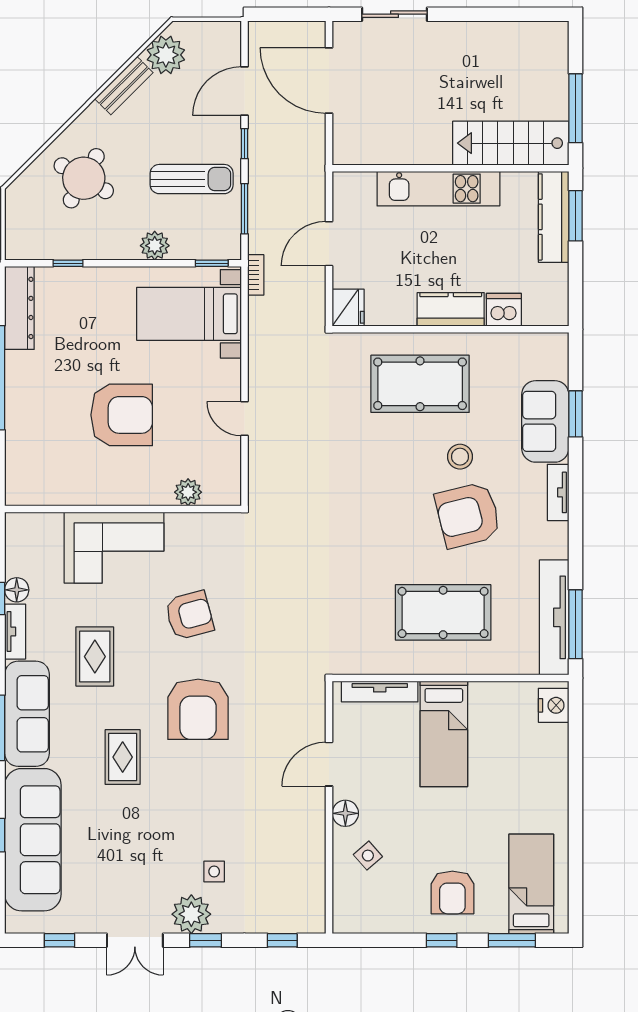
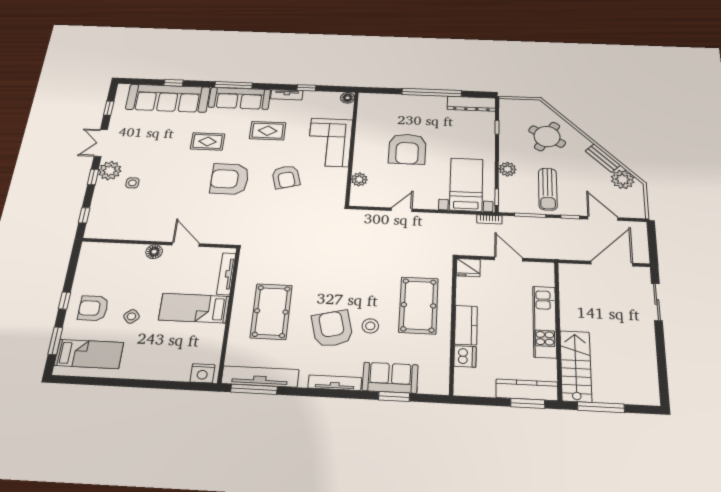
tv unit: (558, 492) -> (335, 383), width x1.41
floor lamp: (17, 590) -> (348, 98), moved
side table: (368, 856) -> (131, 316), moved

